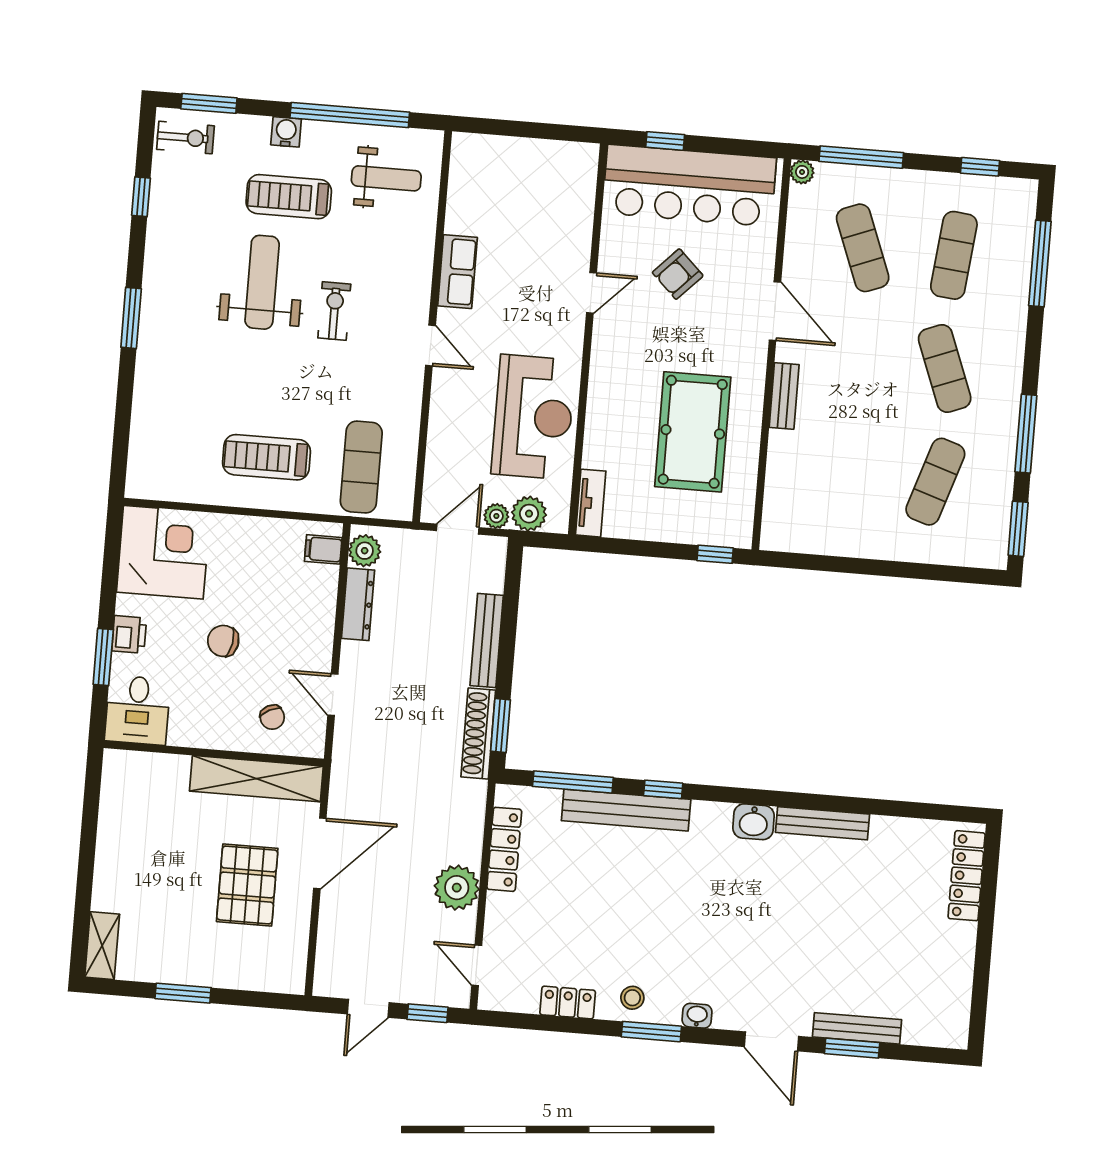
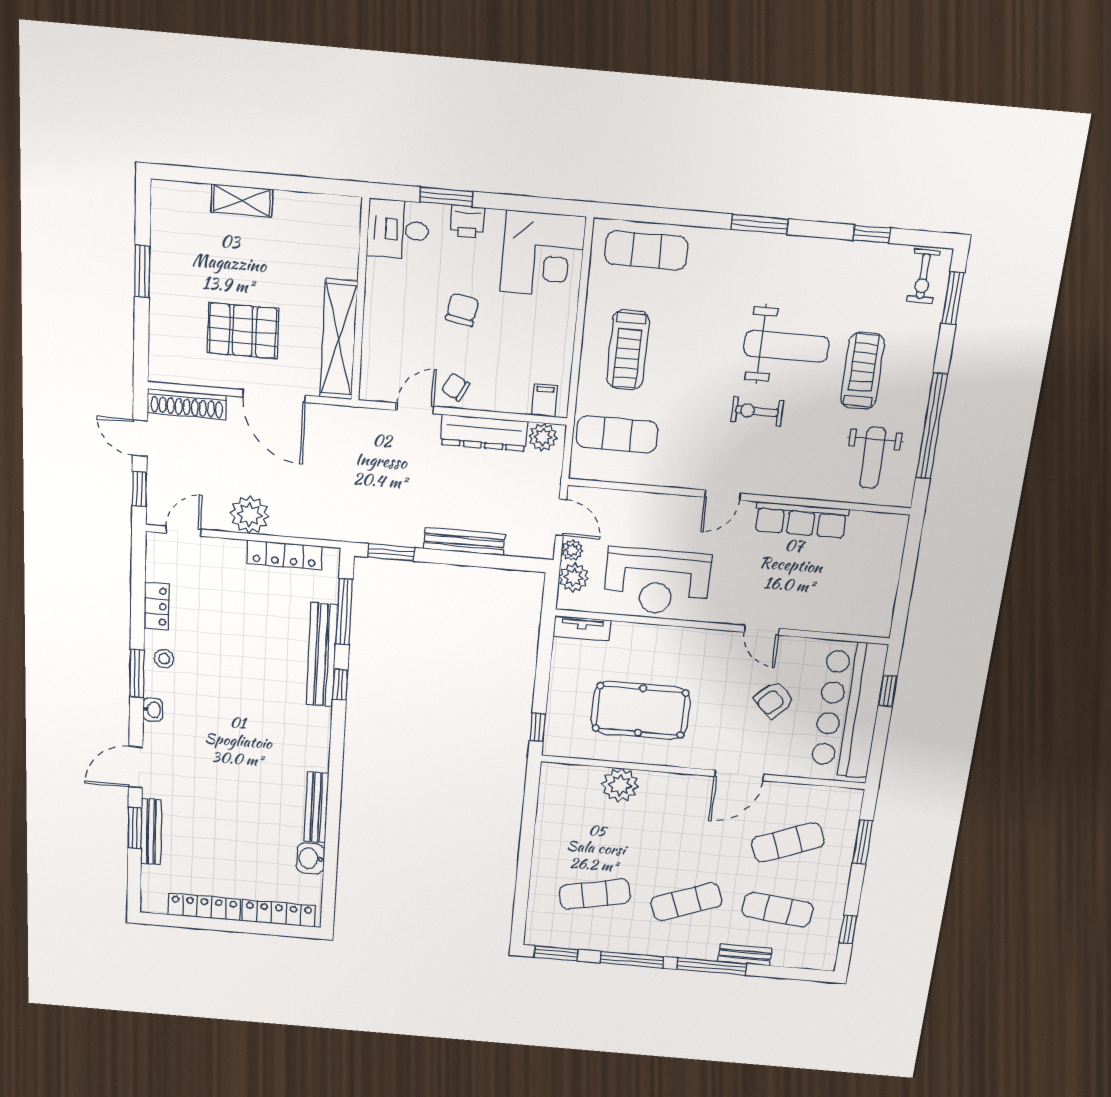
water cooler: (286, 132) -> (921, 369), removed
window: (861, 157) -> (863, 842), width x0.69
plant: (802, 172) -> (620, 785), moved, width x1.88, depth x1.88
window: (1040, 263) -> (712, 966), moved
row of seats: (458, 272) -> (801, 520), width x1.48
armchair: (678, 274) -> (774, 700), turned -89
exercise bike: (334, 311) -> (757, 411), turned 180
bench: (784, 396) -> (745, 955), moved
exercise mat: (159, 440) -> (646, 250), added
treadmill: (267, 457) -> (628, 350), turned 180
exercise mat: (935, 482) -> (595, 894), turned -30
dresser: (358, 604) -> (484, 433), width x1.37, depth x1.24
chair: (272, 717) -> (456, 387), moved, turned 54
shoe rack: (478, 733) -> (187, 404), moved, turned 180
washbasin: (753, 822) -> (310, 858), moved
shelving: (102, 946) -> (242, 201), moved
locker: (959, 969) -> (204, 907), added

